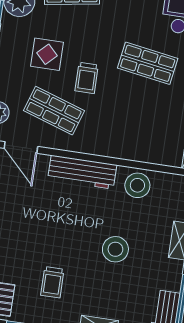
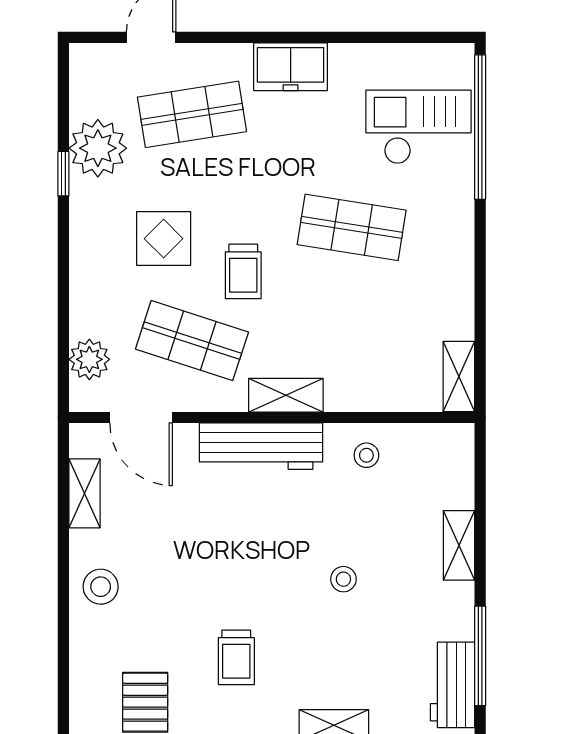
shelving: (99, 147) -> (286, 395), added
stool: (137, 185) -> (366, 455), width x0.53, depth x0.53
stool: (115, 249) -> (343, 579), width x0.53, depth x0.53

